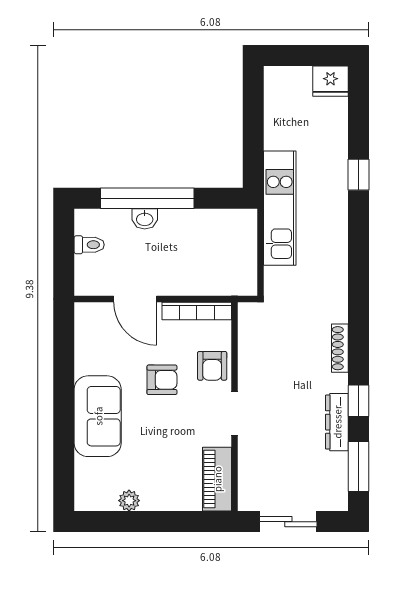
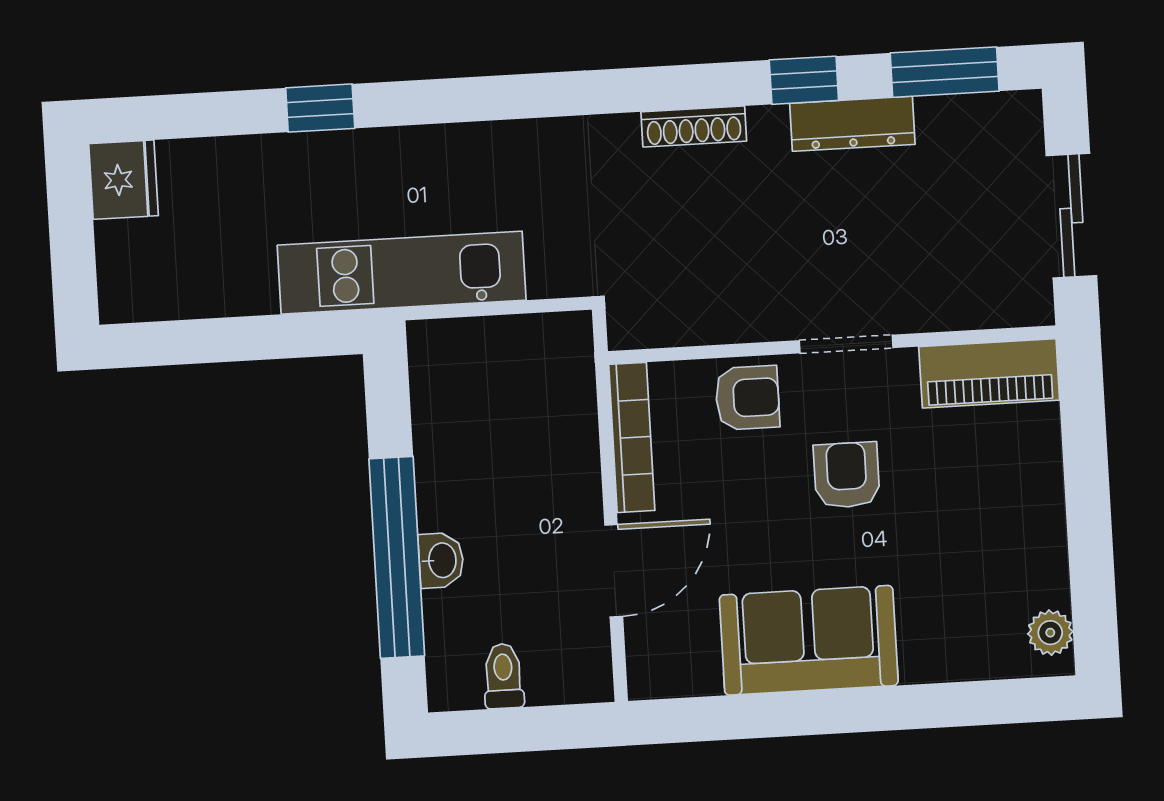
armchair: (162, 380) -> (847, 475), moved
sofa: (98, 416) -> (809, 640), moved
plant: (129, 501) -> (1050, 633), moved

